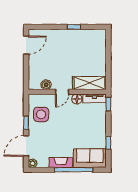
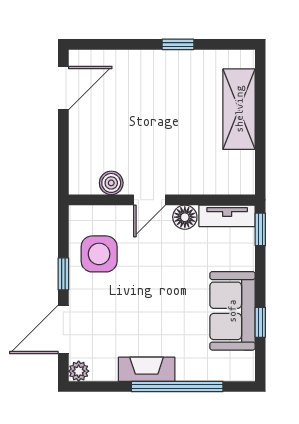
shelving: (89, 83) -> (239, 109), moved, turned 90
sofa: (90, 158) -> (232, 311), moved, turned -90

